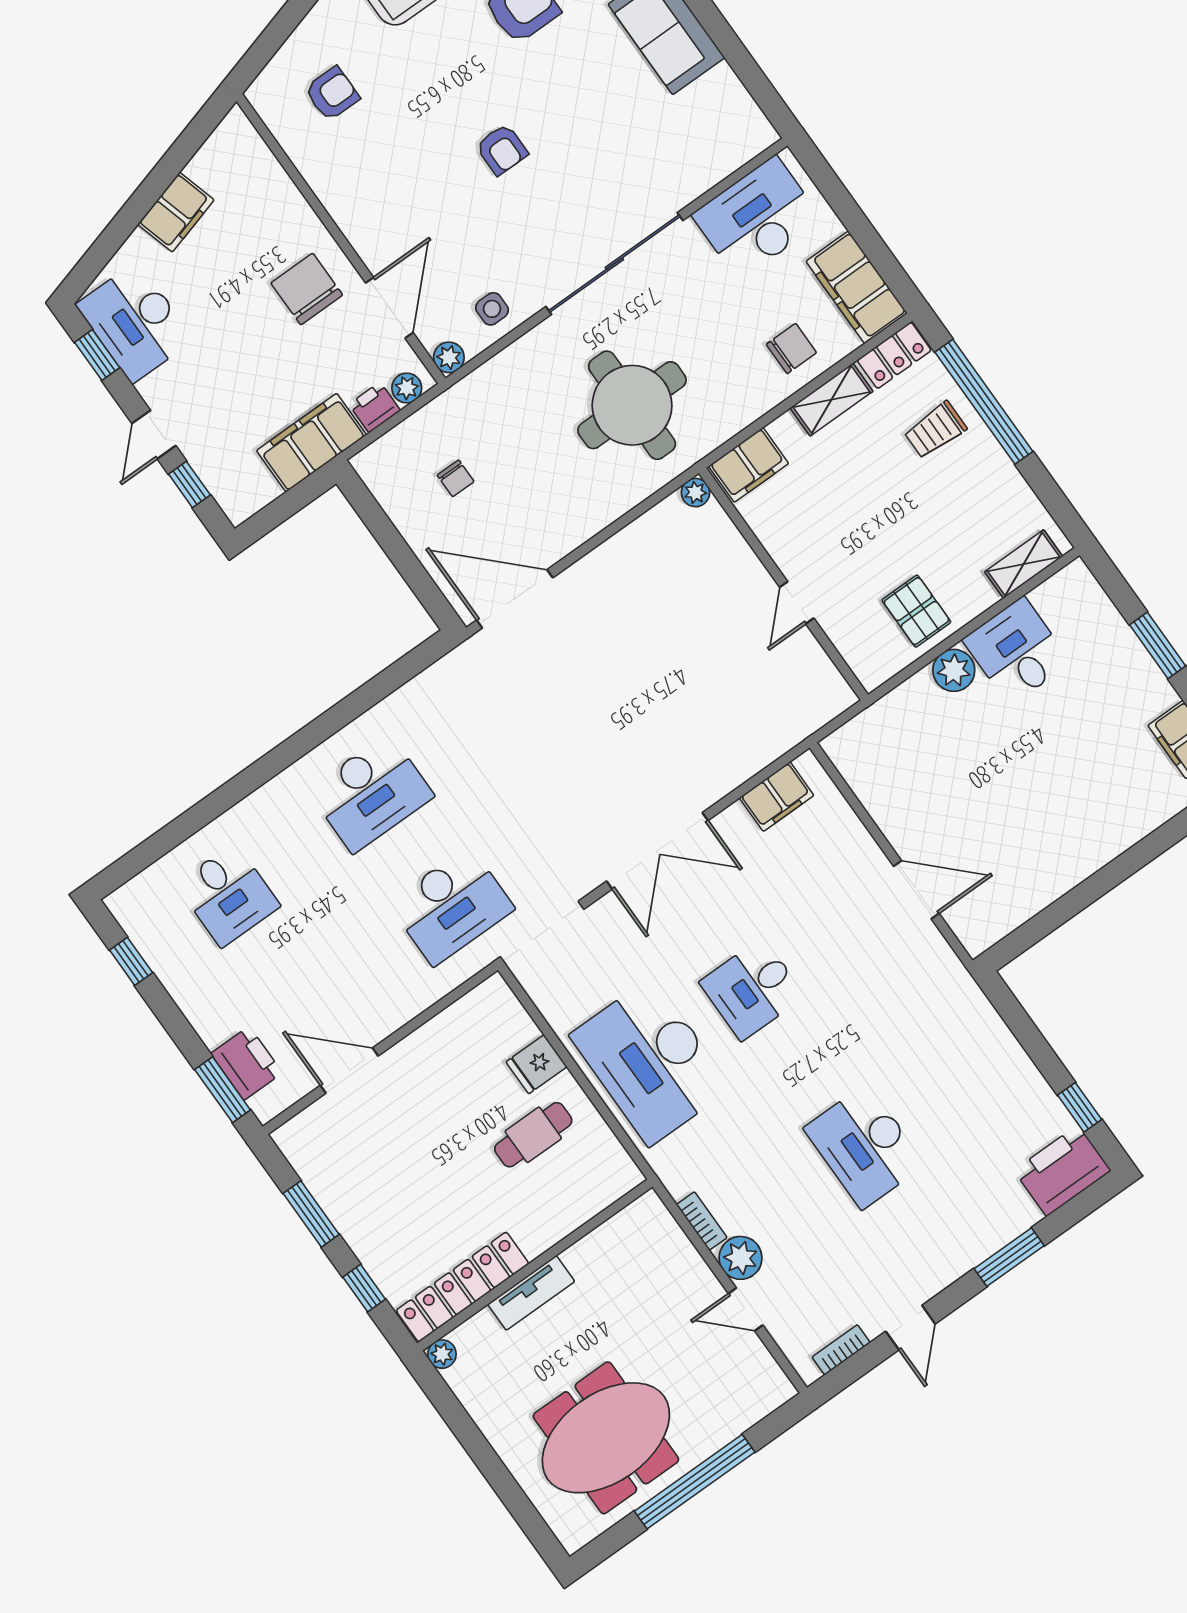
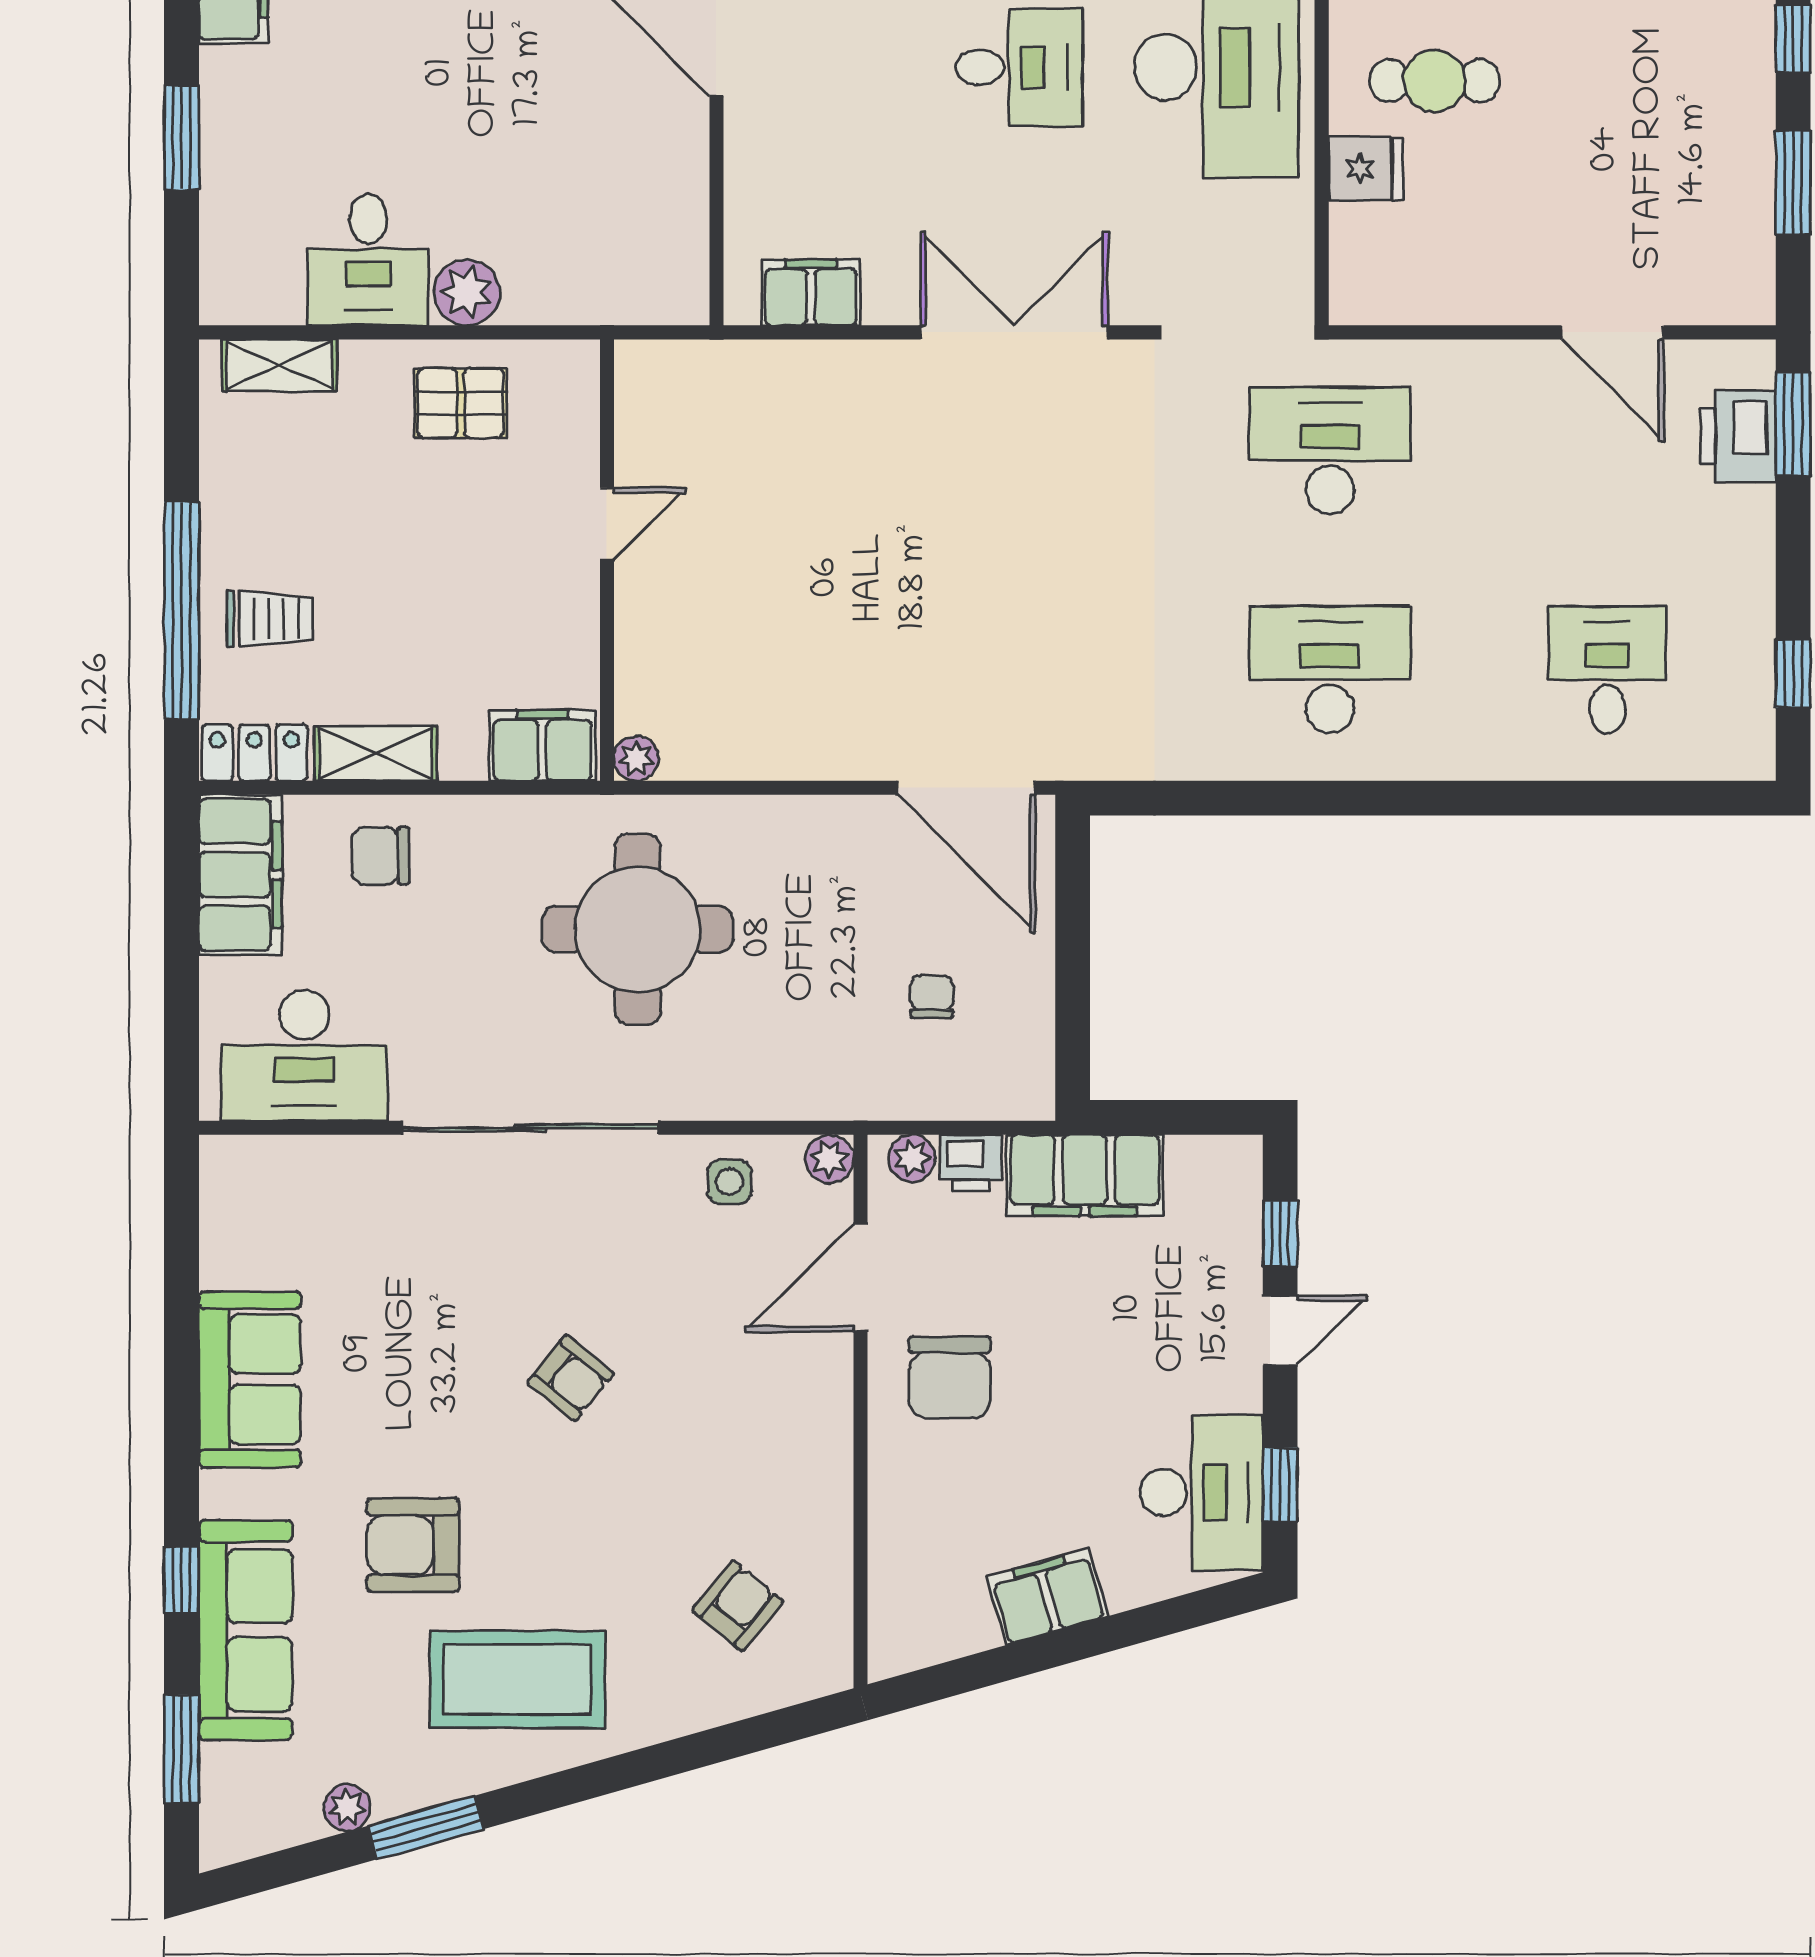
armchair: (332, 94) -> (738, 1606), turned 129
armchair: (502, 150) -> (570, 1378), turned 129
pallet: (916, 611) -> (461, 403), turned 90

